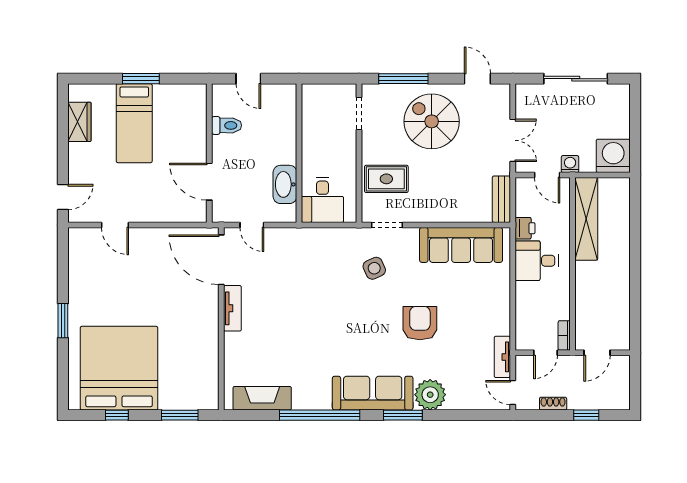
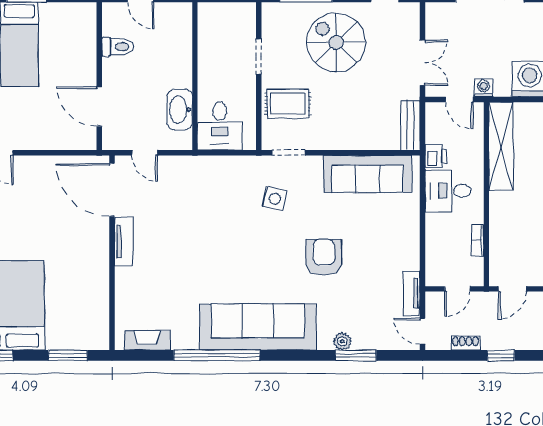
doorway: (359, 114) -> (259, 57), moved
side table: (374, 268) -> (275, 199), turned 37
bookcase: (564, 335) -> (477, 240), moved
sofa: (373, 393) -> (258, 327), width x1.36, depth x1.27
plant: (430, 395) -> (342, 341), width x0.53, depth x0.53
fireplace: (262, 398) -> (147, 340), width x0.73, depth x0.76
window: (403, 415) -> (356, 355), moved

